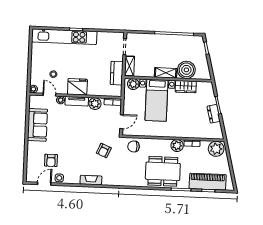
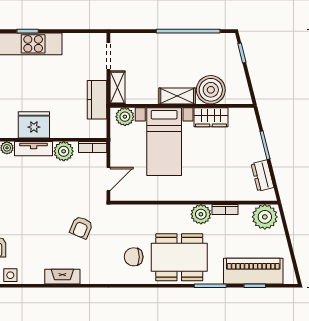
dresser: (214, 114) -> (262, 176), moved
chair: (134, 146) -> (134, 257), moved

